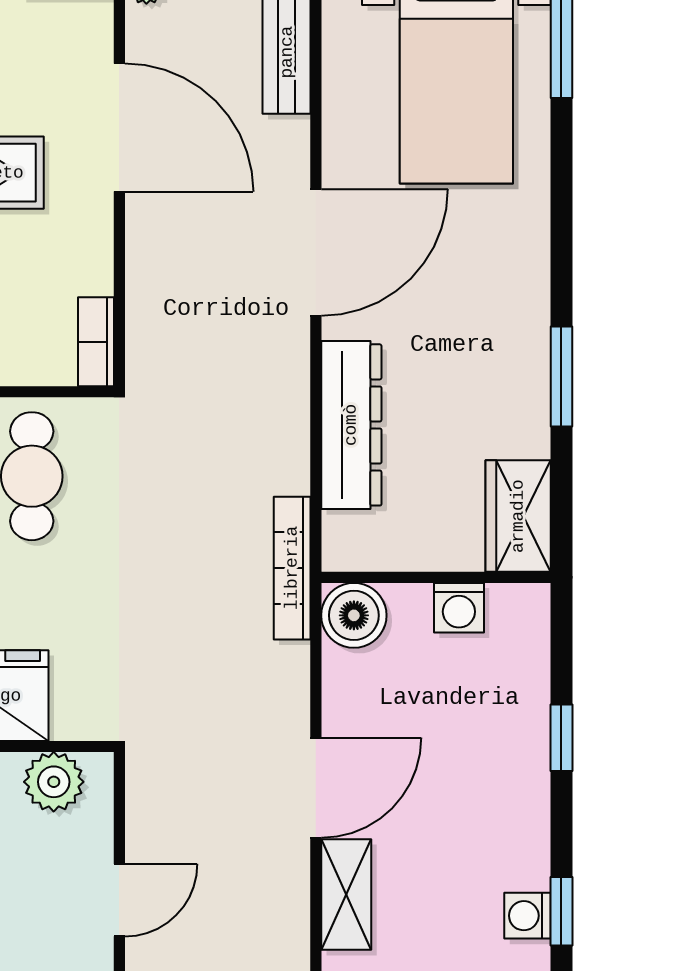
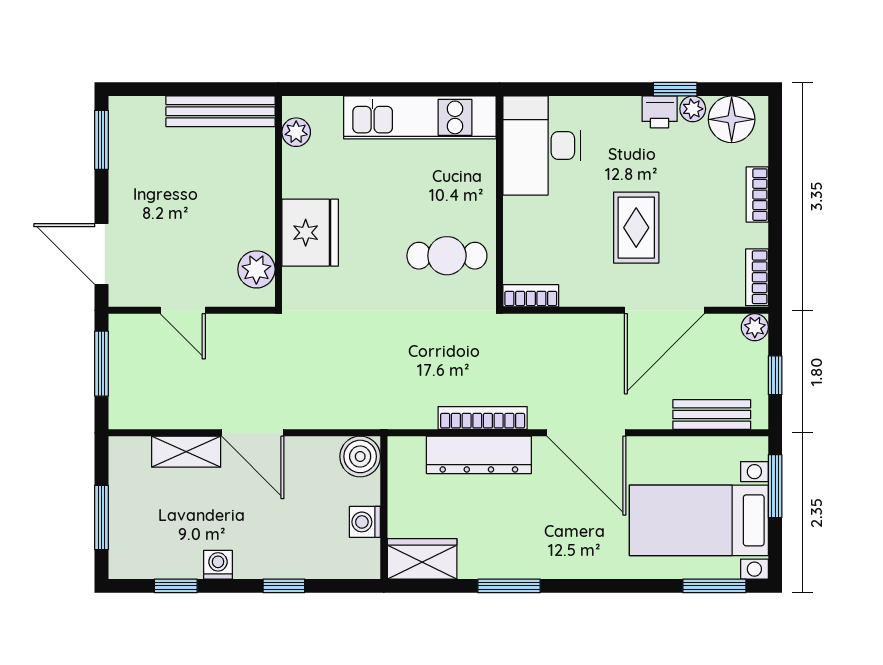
bookcase: (292, 568) -> (483, 418), moved
washing machine: (527, 916) -> (218, 565), moved

